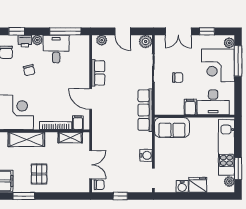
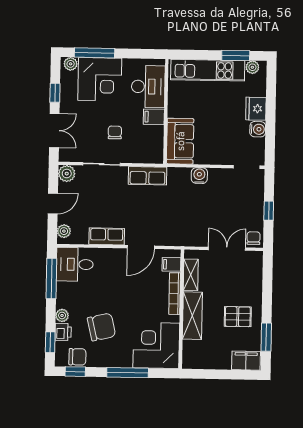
desk: (56, 49) -> (75, 264), moved
chair: (29, 70) -> (101, 327), width x1.87, depth x1.87
row of seats: (145, 110) -> (147, 176), width x0.68
shelving: (26, 139) -> (192, 316), moved
water cooler: (146, 155) -> (199, 176), moved

